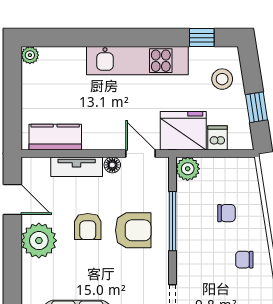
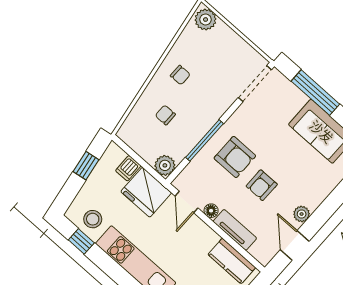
stool: (222, 79) -> (93, 219), moved
armchair: (88, 227) -> (262, 185), turned 180
armchair: (133, 230) -> (235, 157), turned 180
plant: (39, 241) -> (302, 214), width x0.53, depth x0.53

